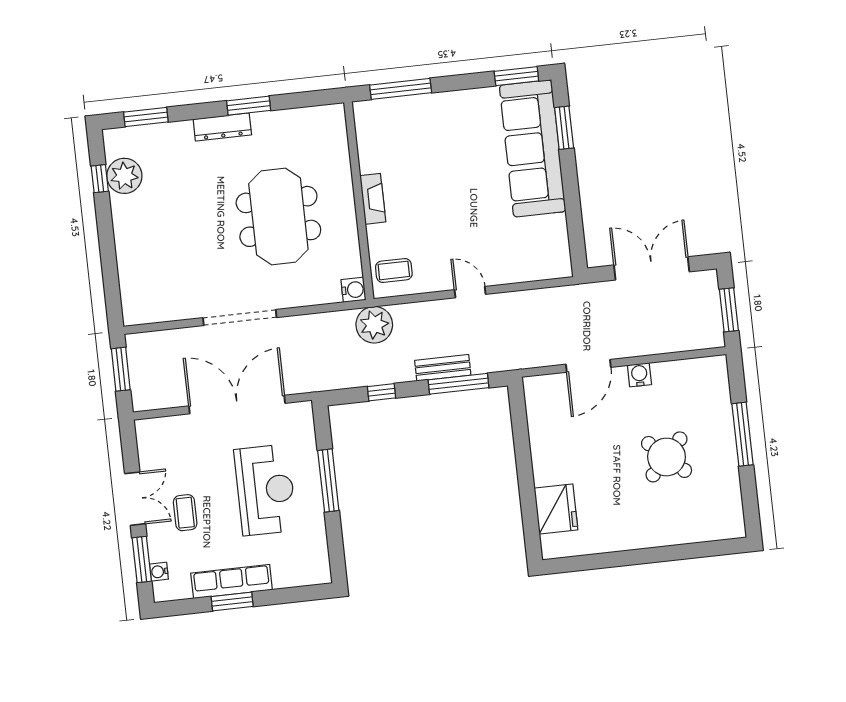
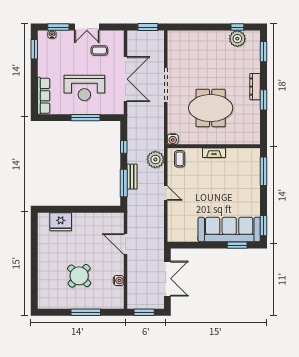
door: (470, 292) -> (166, 193), hinge flipped
plant: (374, 325) -> (155, 159), moved
water cooler: (639, 375) -> (119, 280), moved
coffee table: (185, 513) -> (99, 50), moved
row of seats: (232, 581) -> (44, 96), moved
window: (232, 602) -> (34, 49), moved

